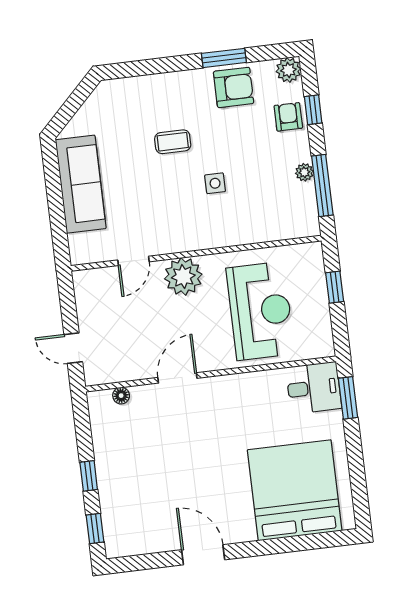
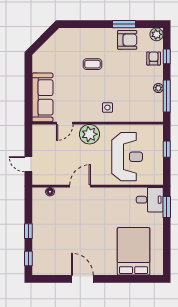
side table: (215, 183) -> (107, 108), moved
sofa: (81, 184) -> (42, 97), moved
bed: (295, 490) -> (134, 251), width x0.73

